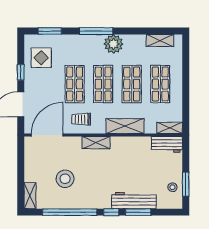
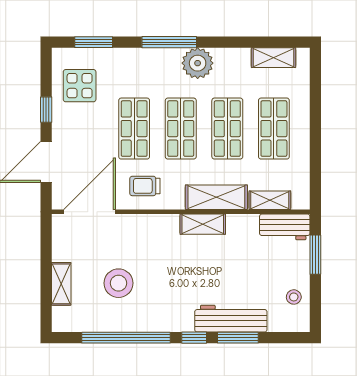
shelving: (170, 128) -> (270, 200), moved
shelving: (96, 143) -> (203, 224), moved
window: (186, 184) -> (315, 255), moved
shelving: (30, 196) -> (61, 284), moved

